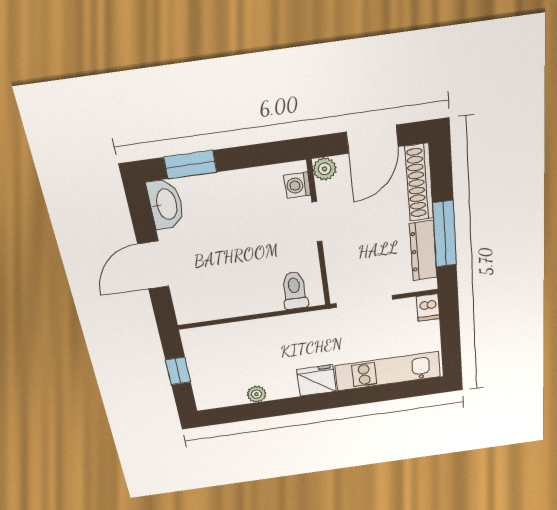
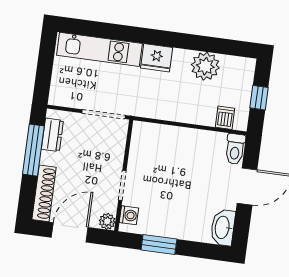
window: (190, 165) -> (159, 244), moved
dresser: (423, 251) -> (52, 135), width x0.70
toilet: (295, 290) -> (235, 149), moved
dishwasher: (428, 308) -> (225, 118), moved
plant: (257, 394) -> (205, 66), width x1.87, depth x1.87

